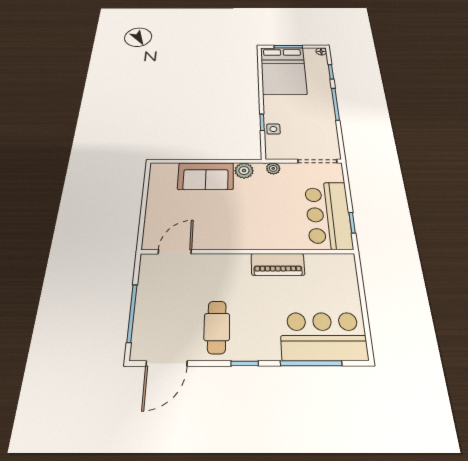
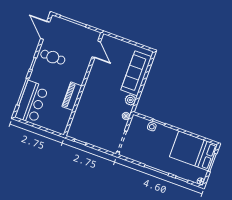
sofa: (206, 176) -> (136, 73), width x1.36
bar counter: (328, 215) -> (89, 132), removed

